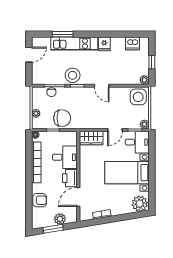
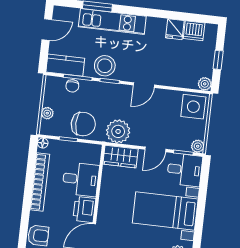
fridge: (104, 44) -> (175, 29), moved
kitchen counter: (45, 78) -> (65, 65), added
door: (102, 86) -> (144, 85), hinge flipped
plant: (87, 120) -> (118, 131), added

